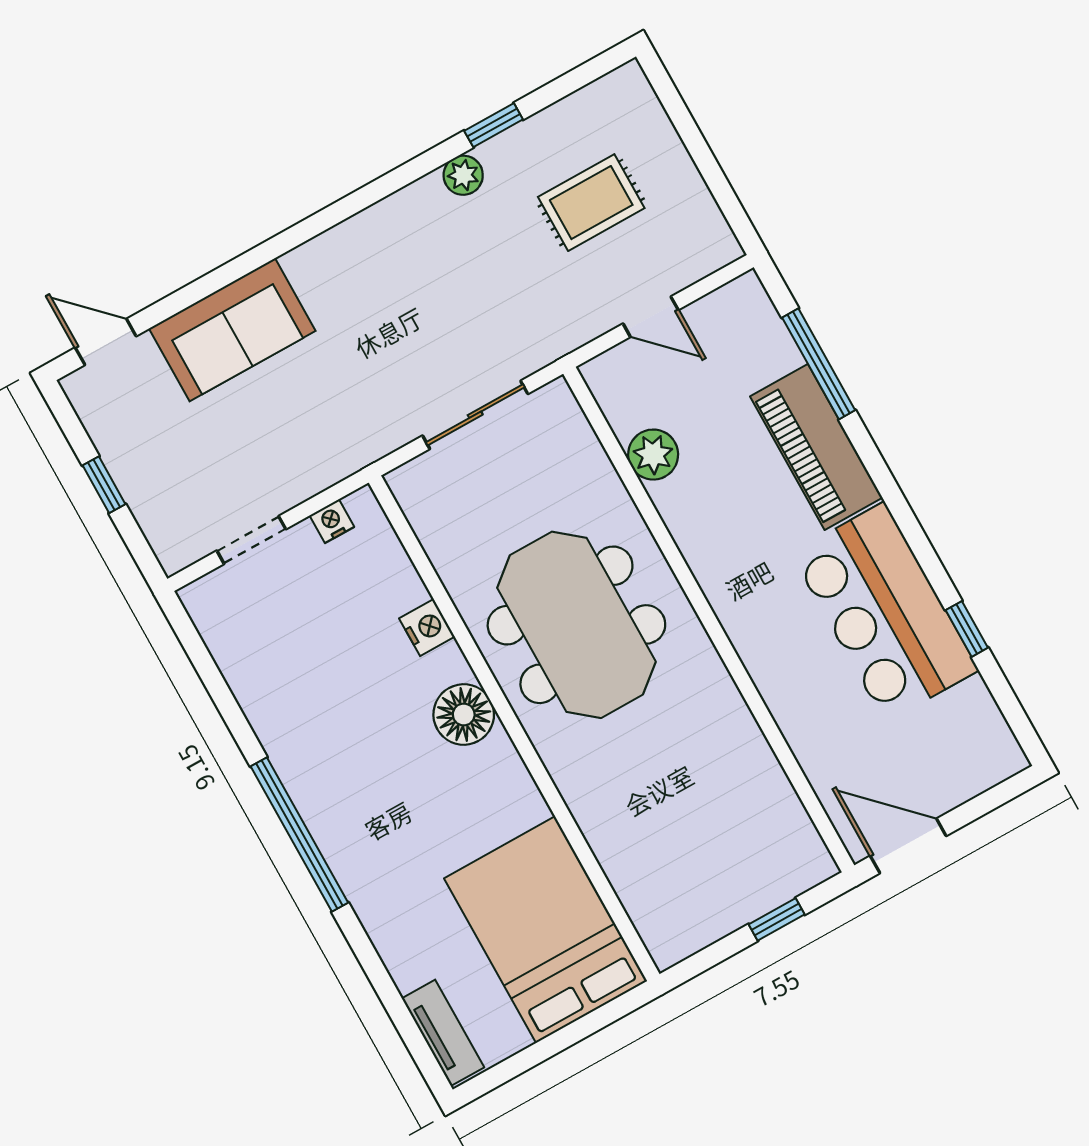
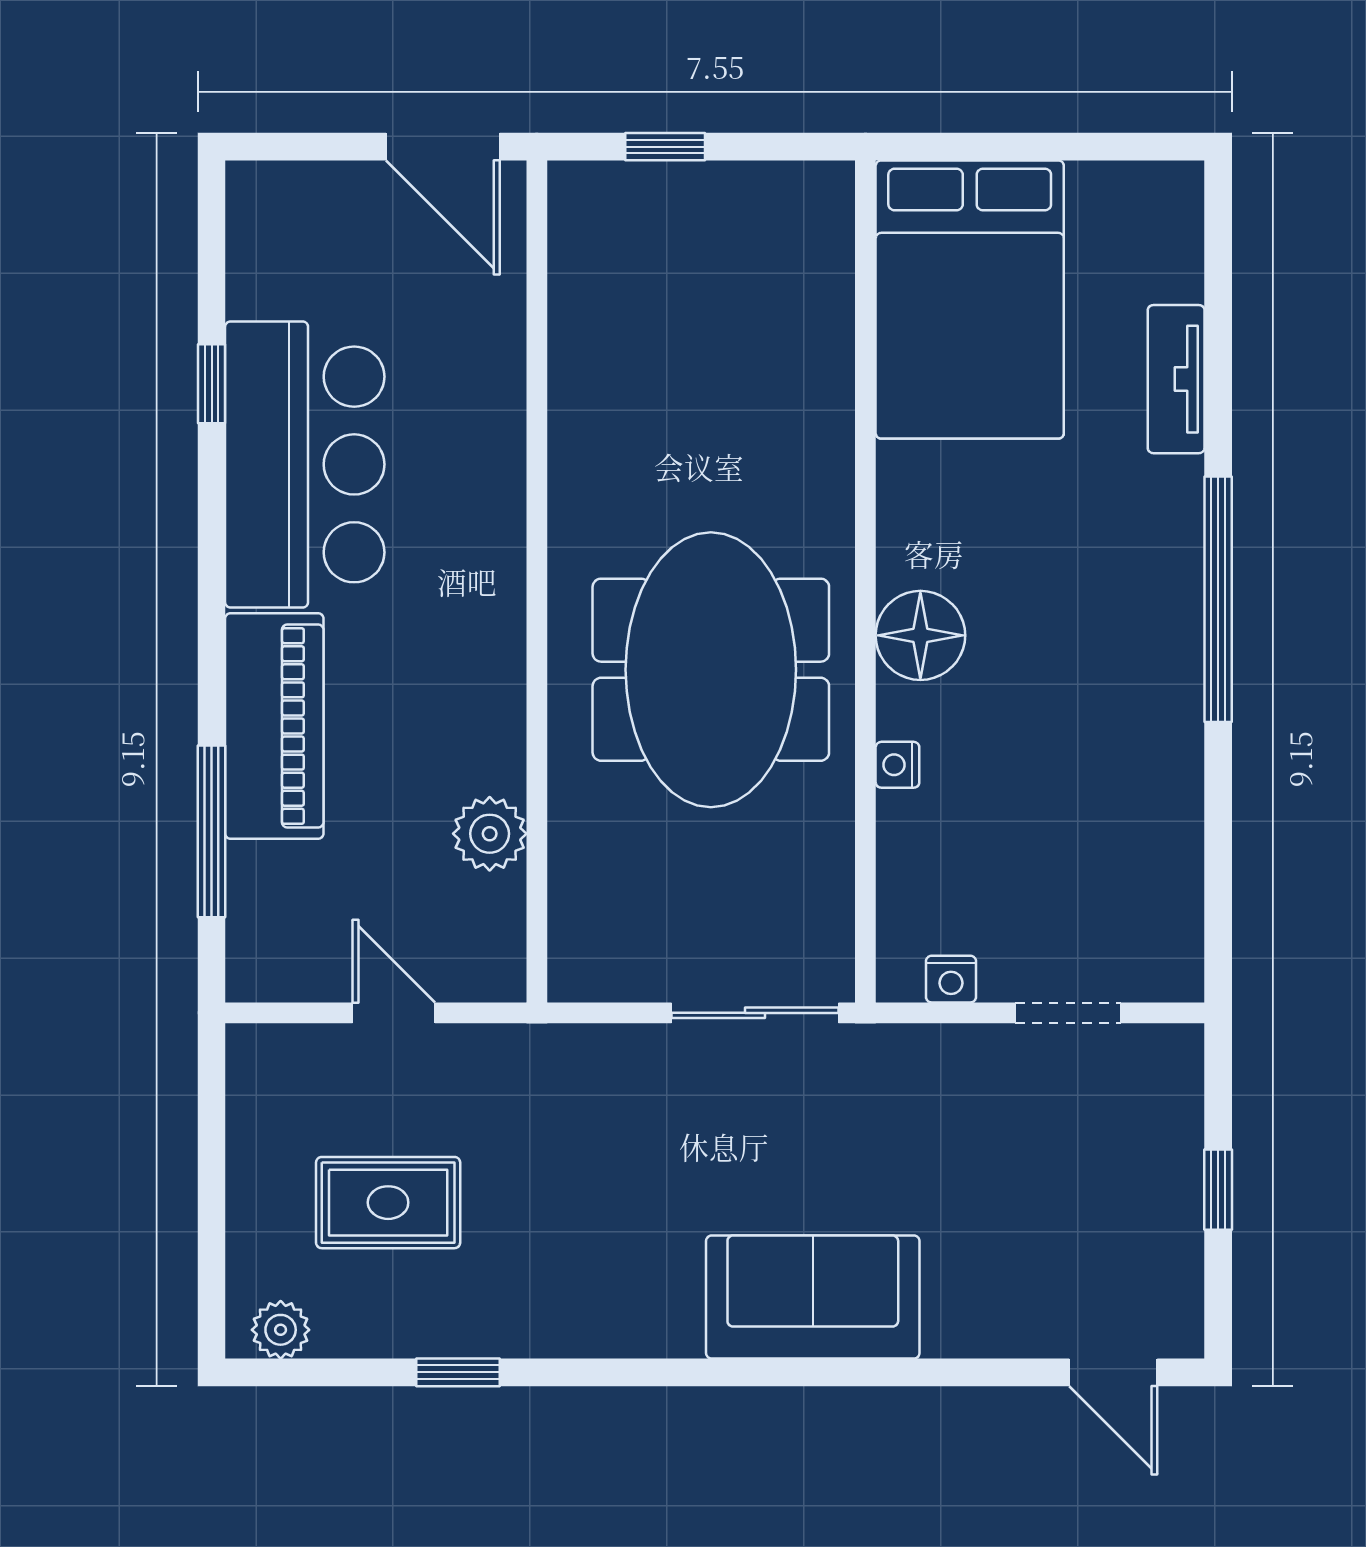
plant: (463, 175) -> (281, 1330), moved
sofa: (232, 330) -> (813, 1297), moved
sliding door: (475, 415) -> (755, 1013), moved
nightstand: (427, 628) -> (897, 765), width x0.72, depth x0.74
tv unit: (443, 1033) -> (1176, 379), moved

